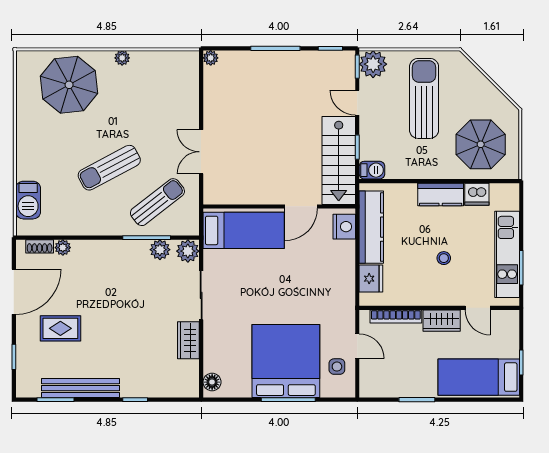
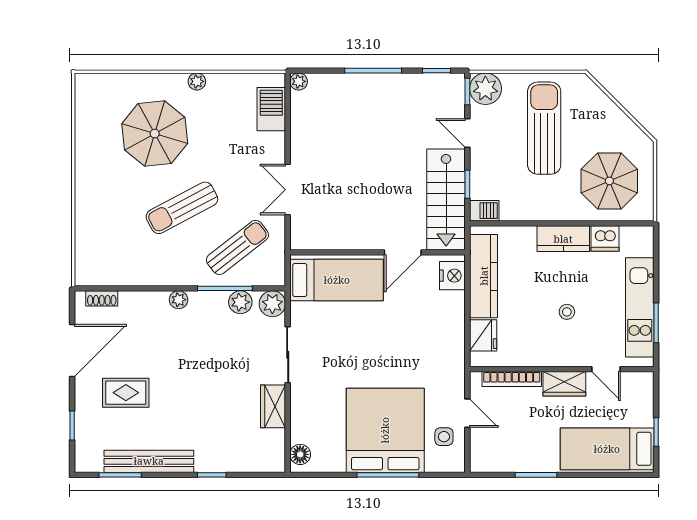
parasol: (69, 85) -> (155, 134), moved
barbecue: (28, 200) -> (271, 109), moved, turned 180
plant: (63, 248) -> (179, 300), moved

